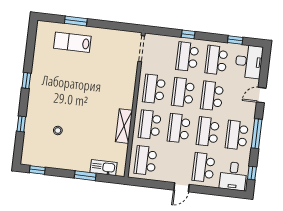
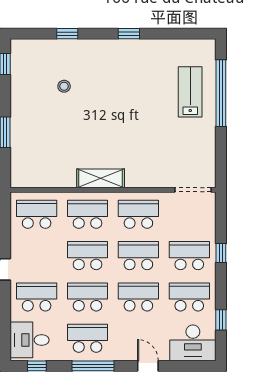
window: (76, 21) -> (221, 93), width x2.11
shelving: (124, 126) -> (101, 178), moved
kitchen sink: (104, 168) -> (20, 157), removed

